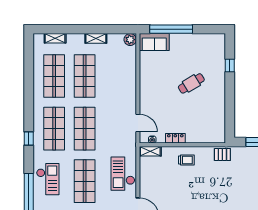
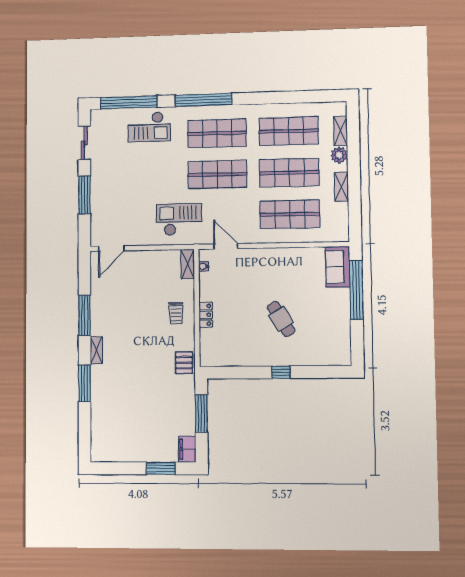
plant: (130, 40) -> (339, 155), moved
window: (230, 66) -> (281, 372), moved
door: (138, 123) -> (226, 246), swing flipped
window: (29, 138) -> (203, 100), width x3.17
locker: (175, 138) -> (206, 315), moved
checkout: (123, 174) -> (179, 219), moved
shop shelf: (85, 181) -> (290, 214), moved

